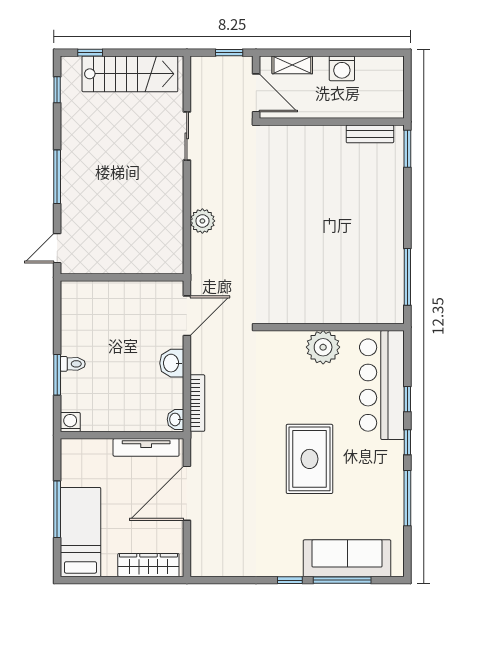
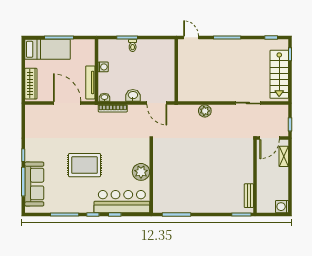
washing machine: (342, 68) -> (282, 207), moved
washing machine: (70, 422) -> (103, 67), moved

